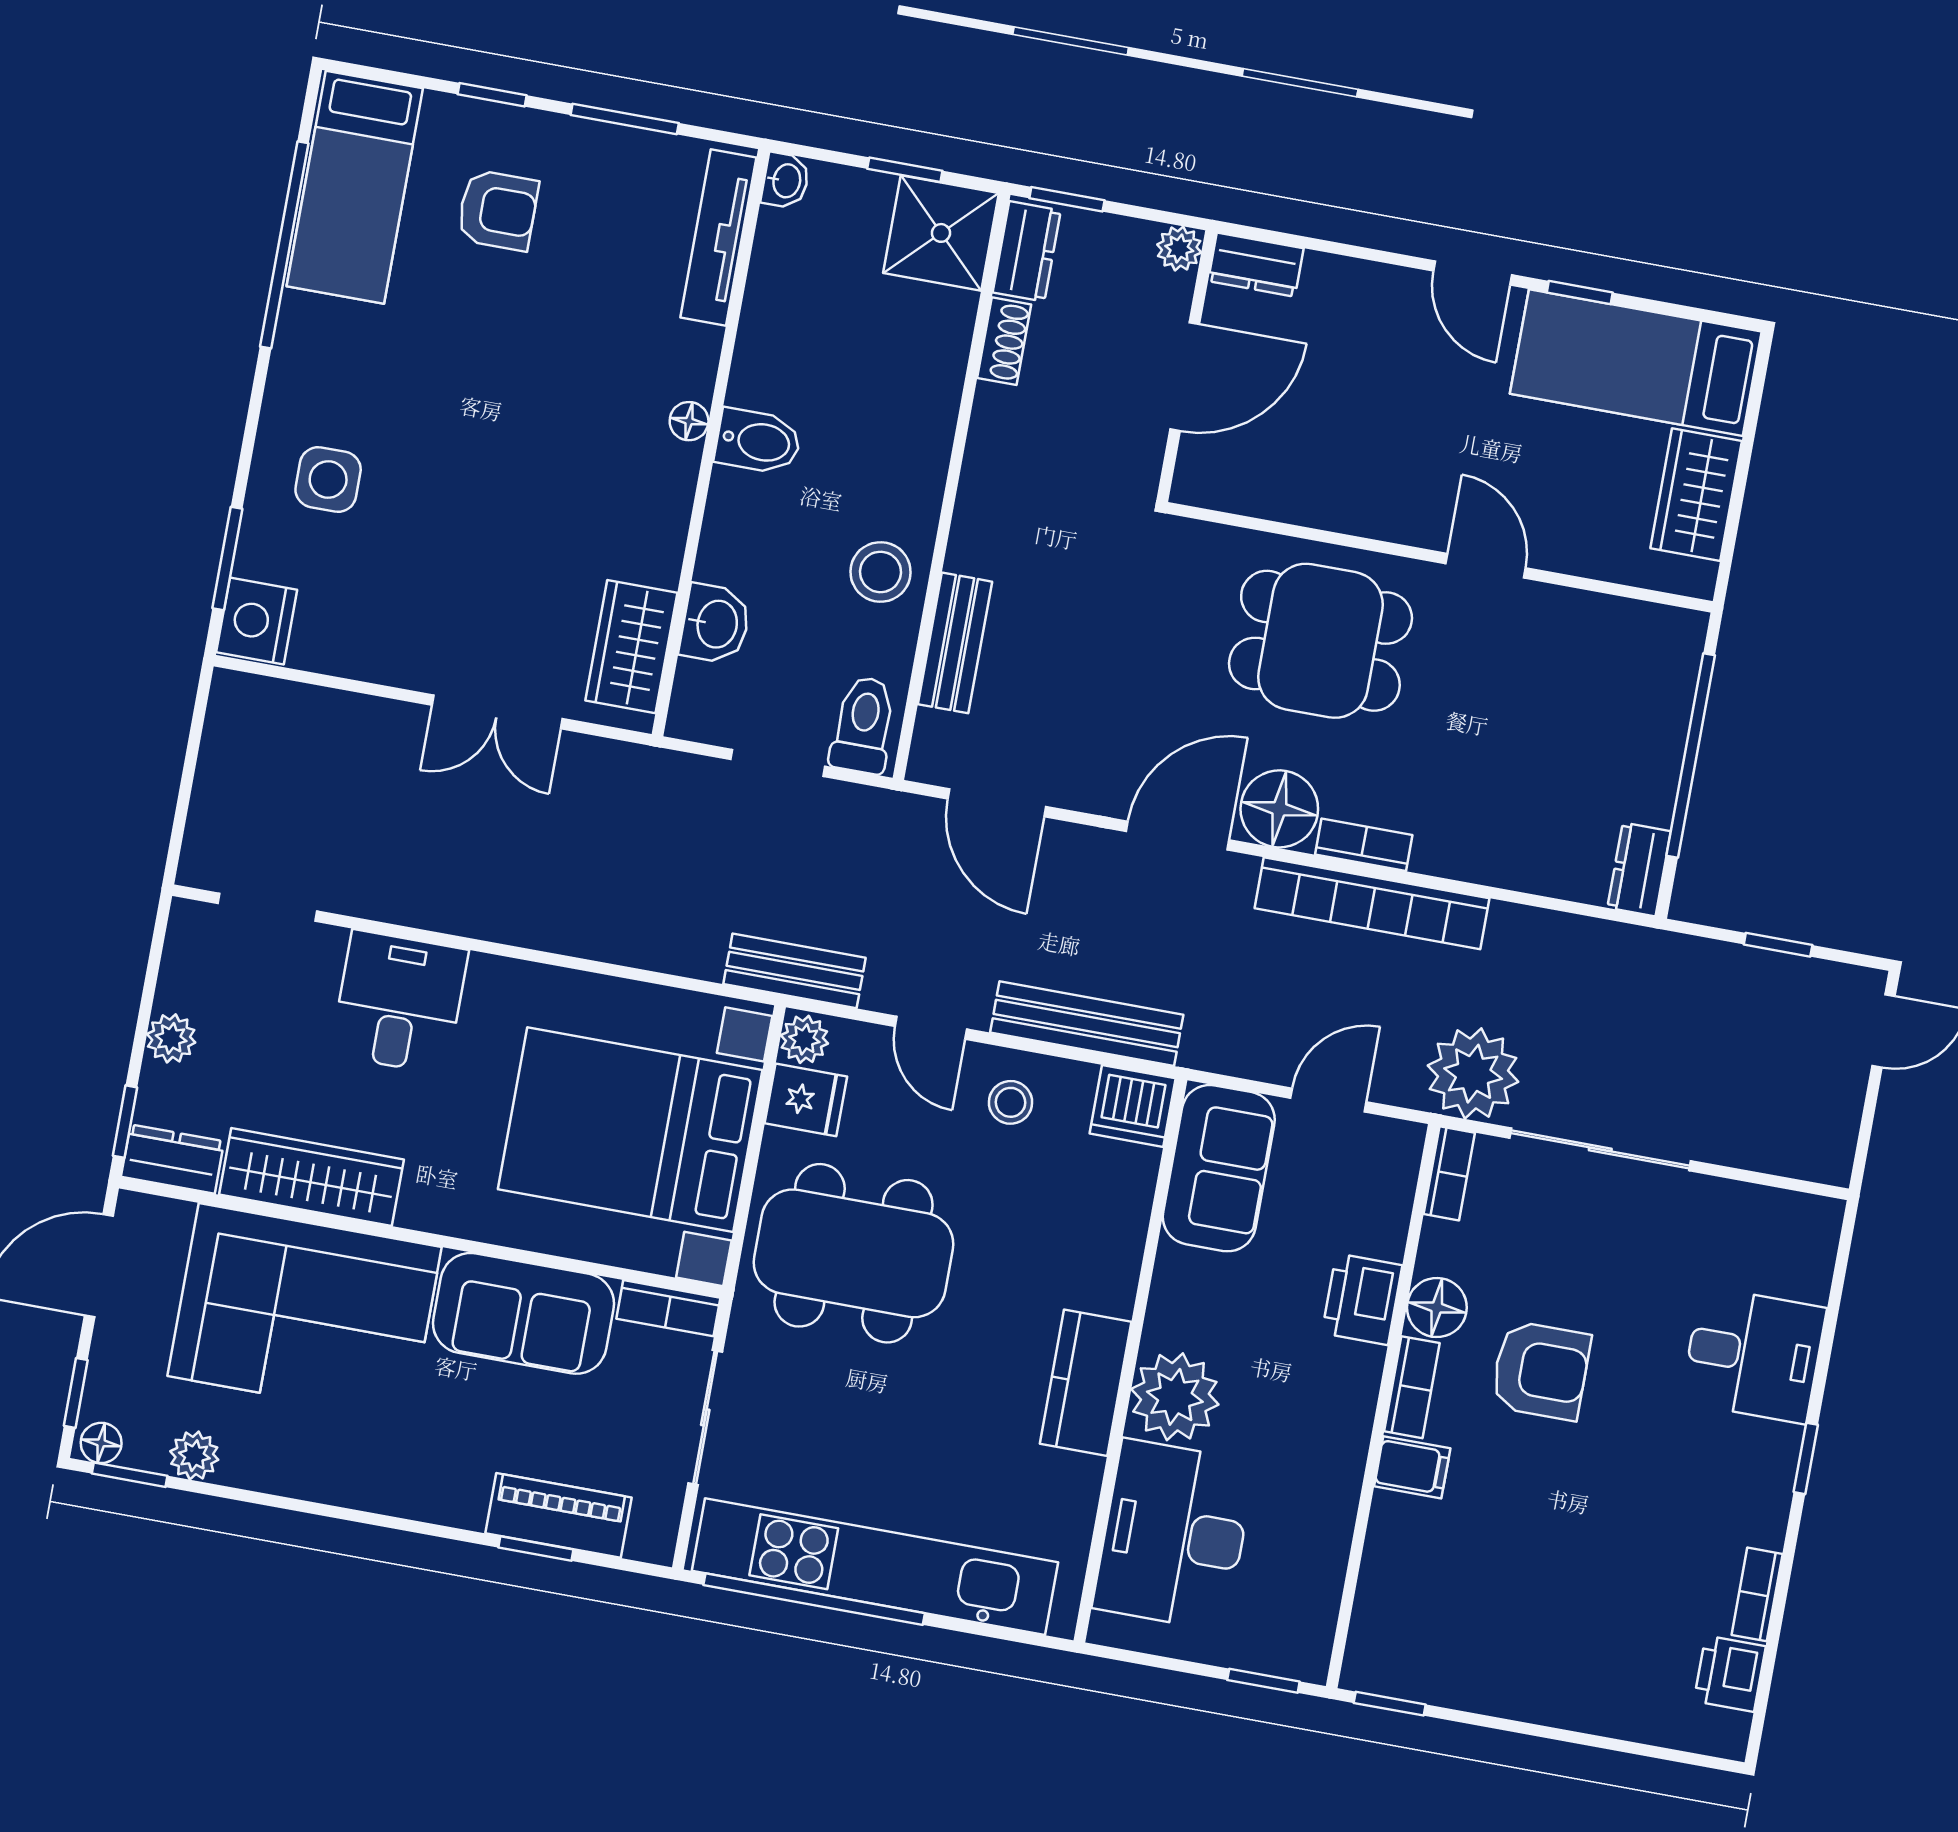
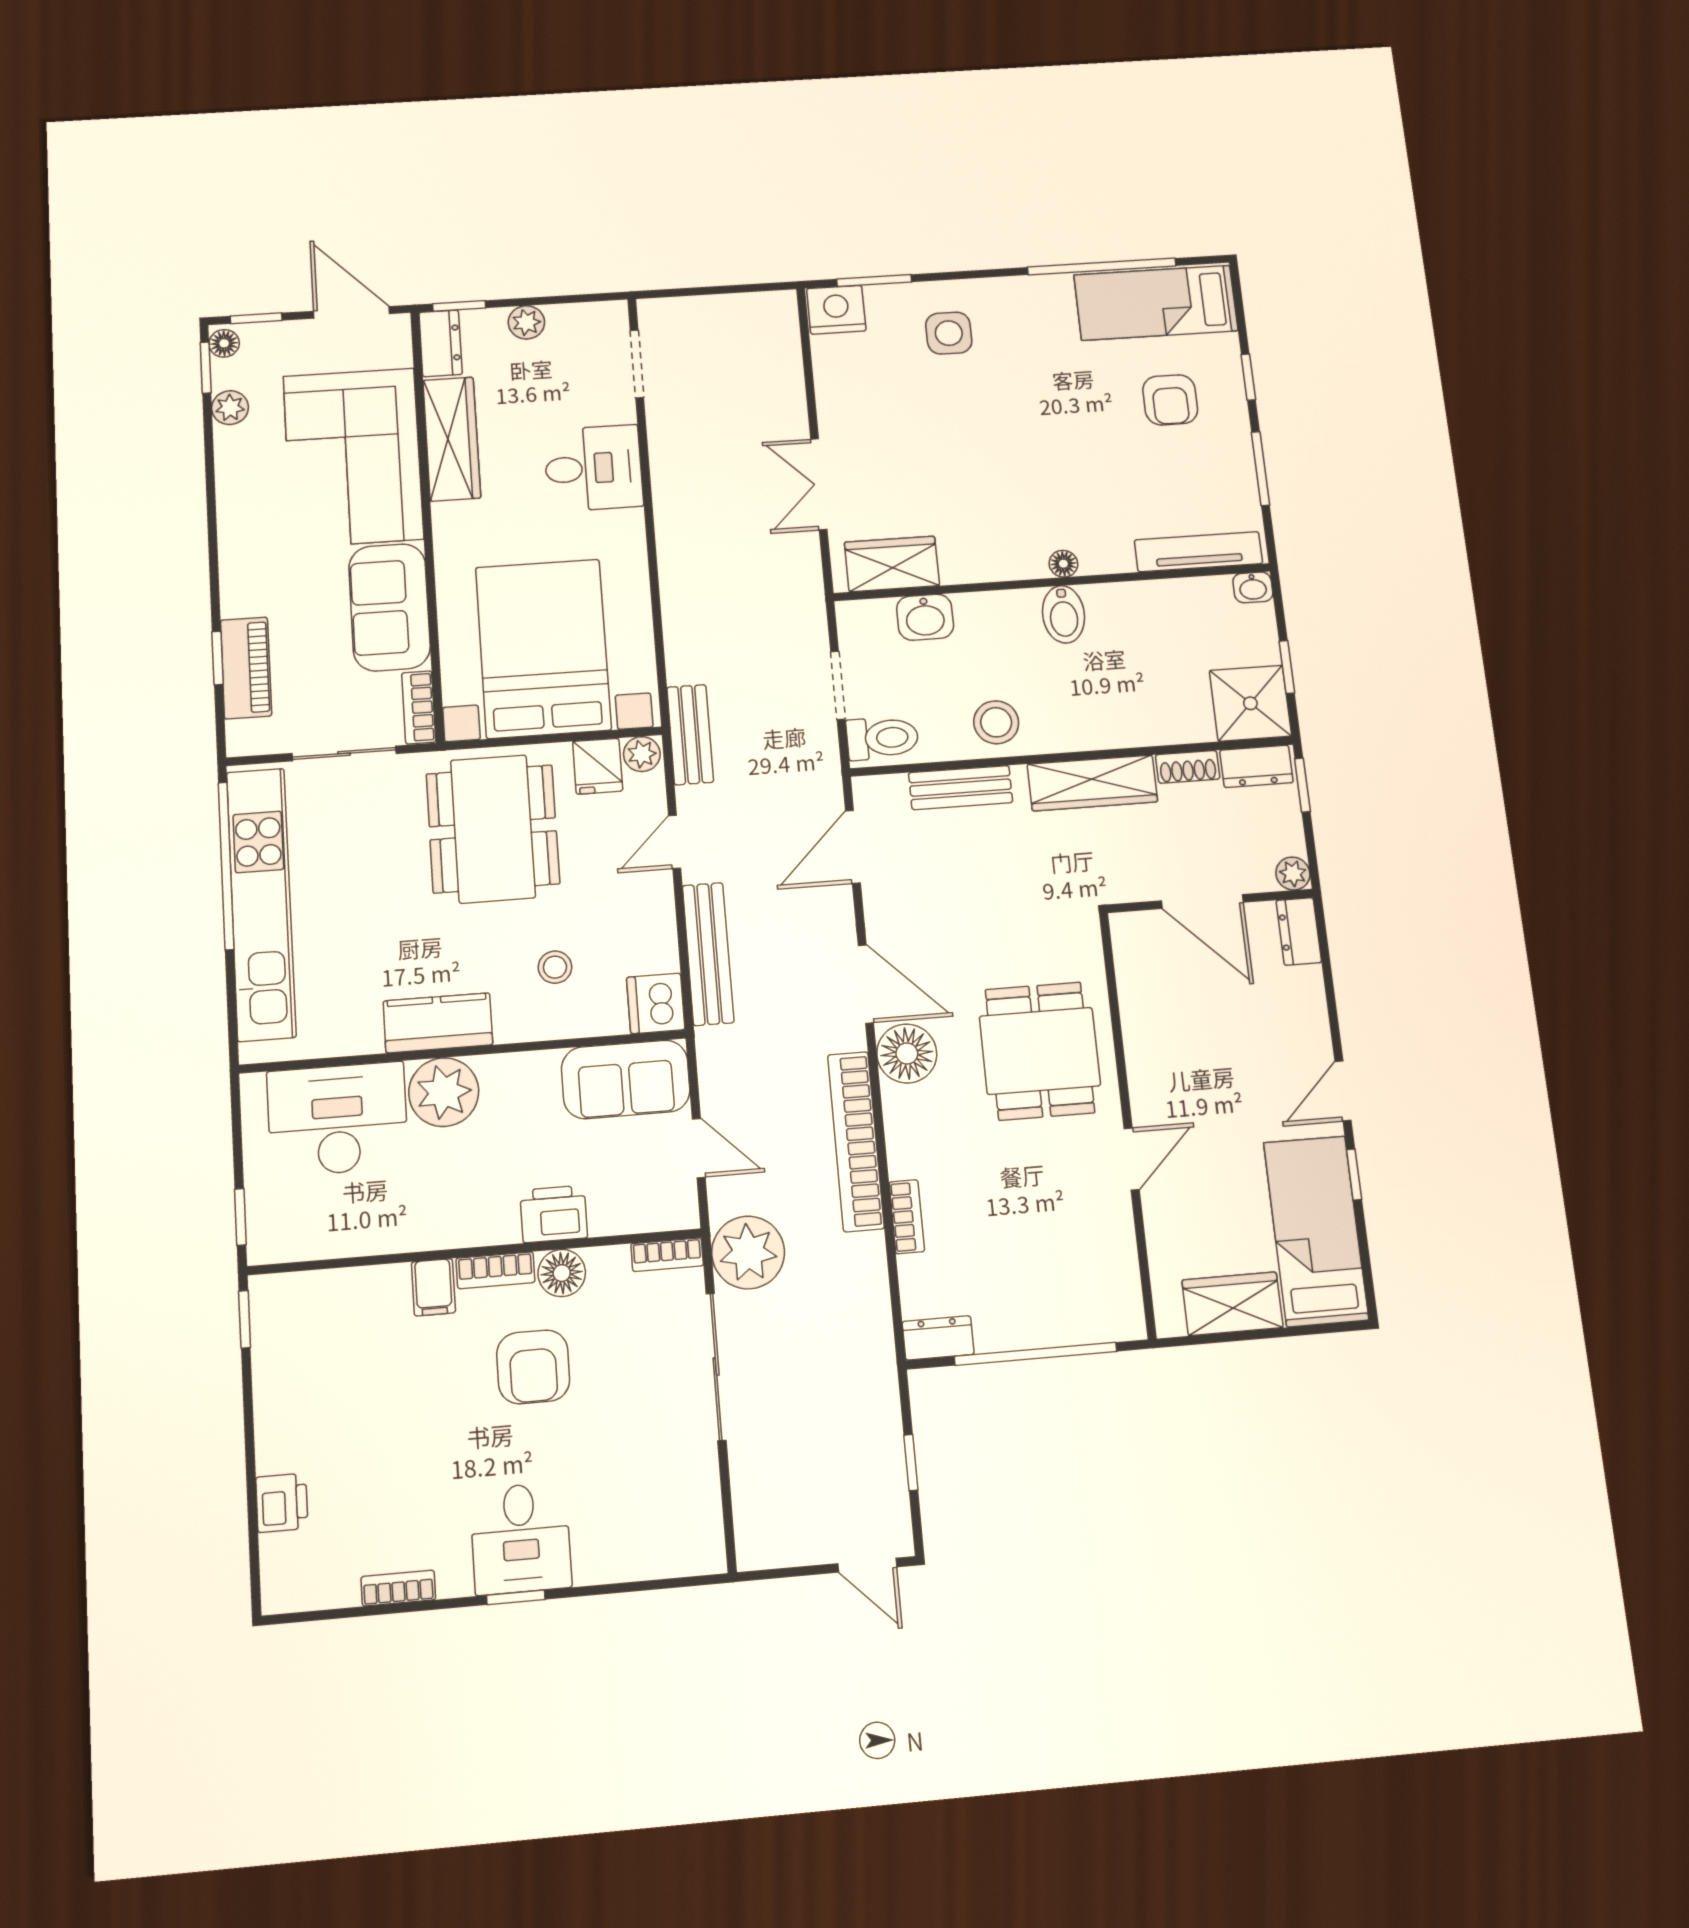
wardrobe: (993, 471) -> (1092, 783), added
bookcase: (1364, 845) -> (907, 1217), moved
stool: (1010, 1102) -> (555, 967), moved
desk: (1754, 1355) -> (521, 1538), moved
printer: (1730, 1674) -> (282, 1503), moved, turned 90

